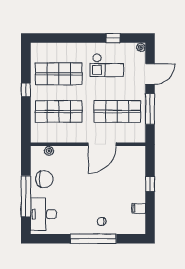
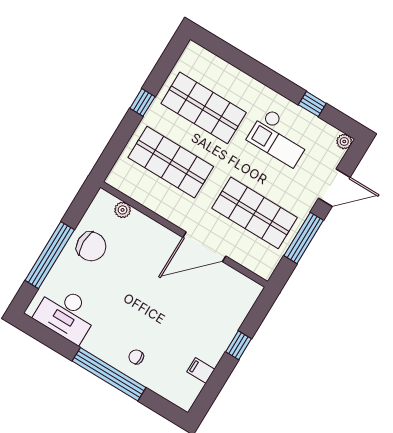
desk: (43, 214) -> (66, 314), moved, turned -90

